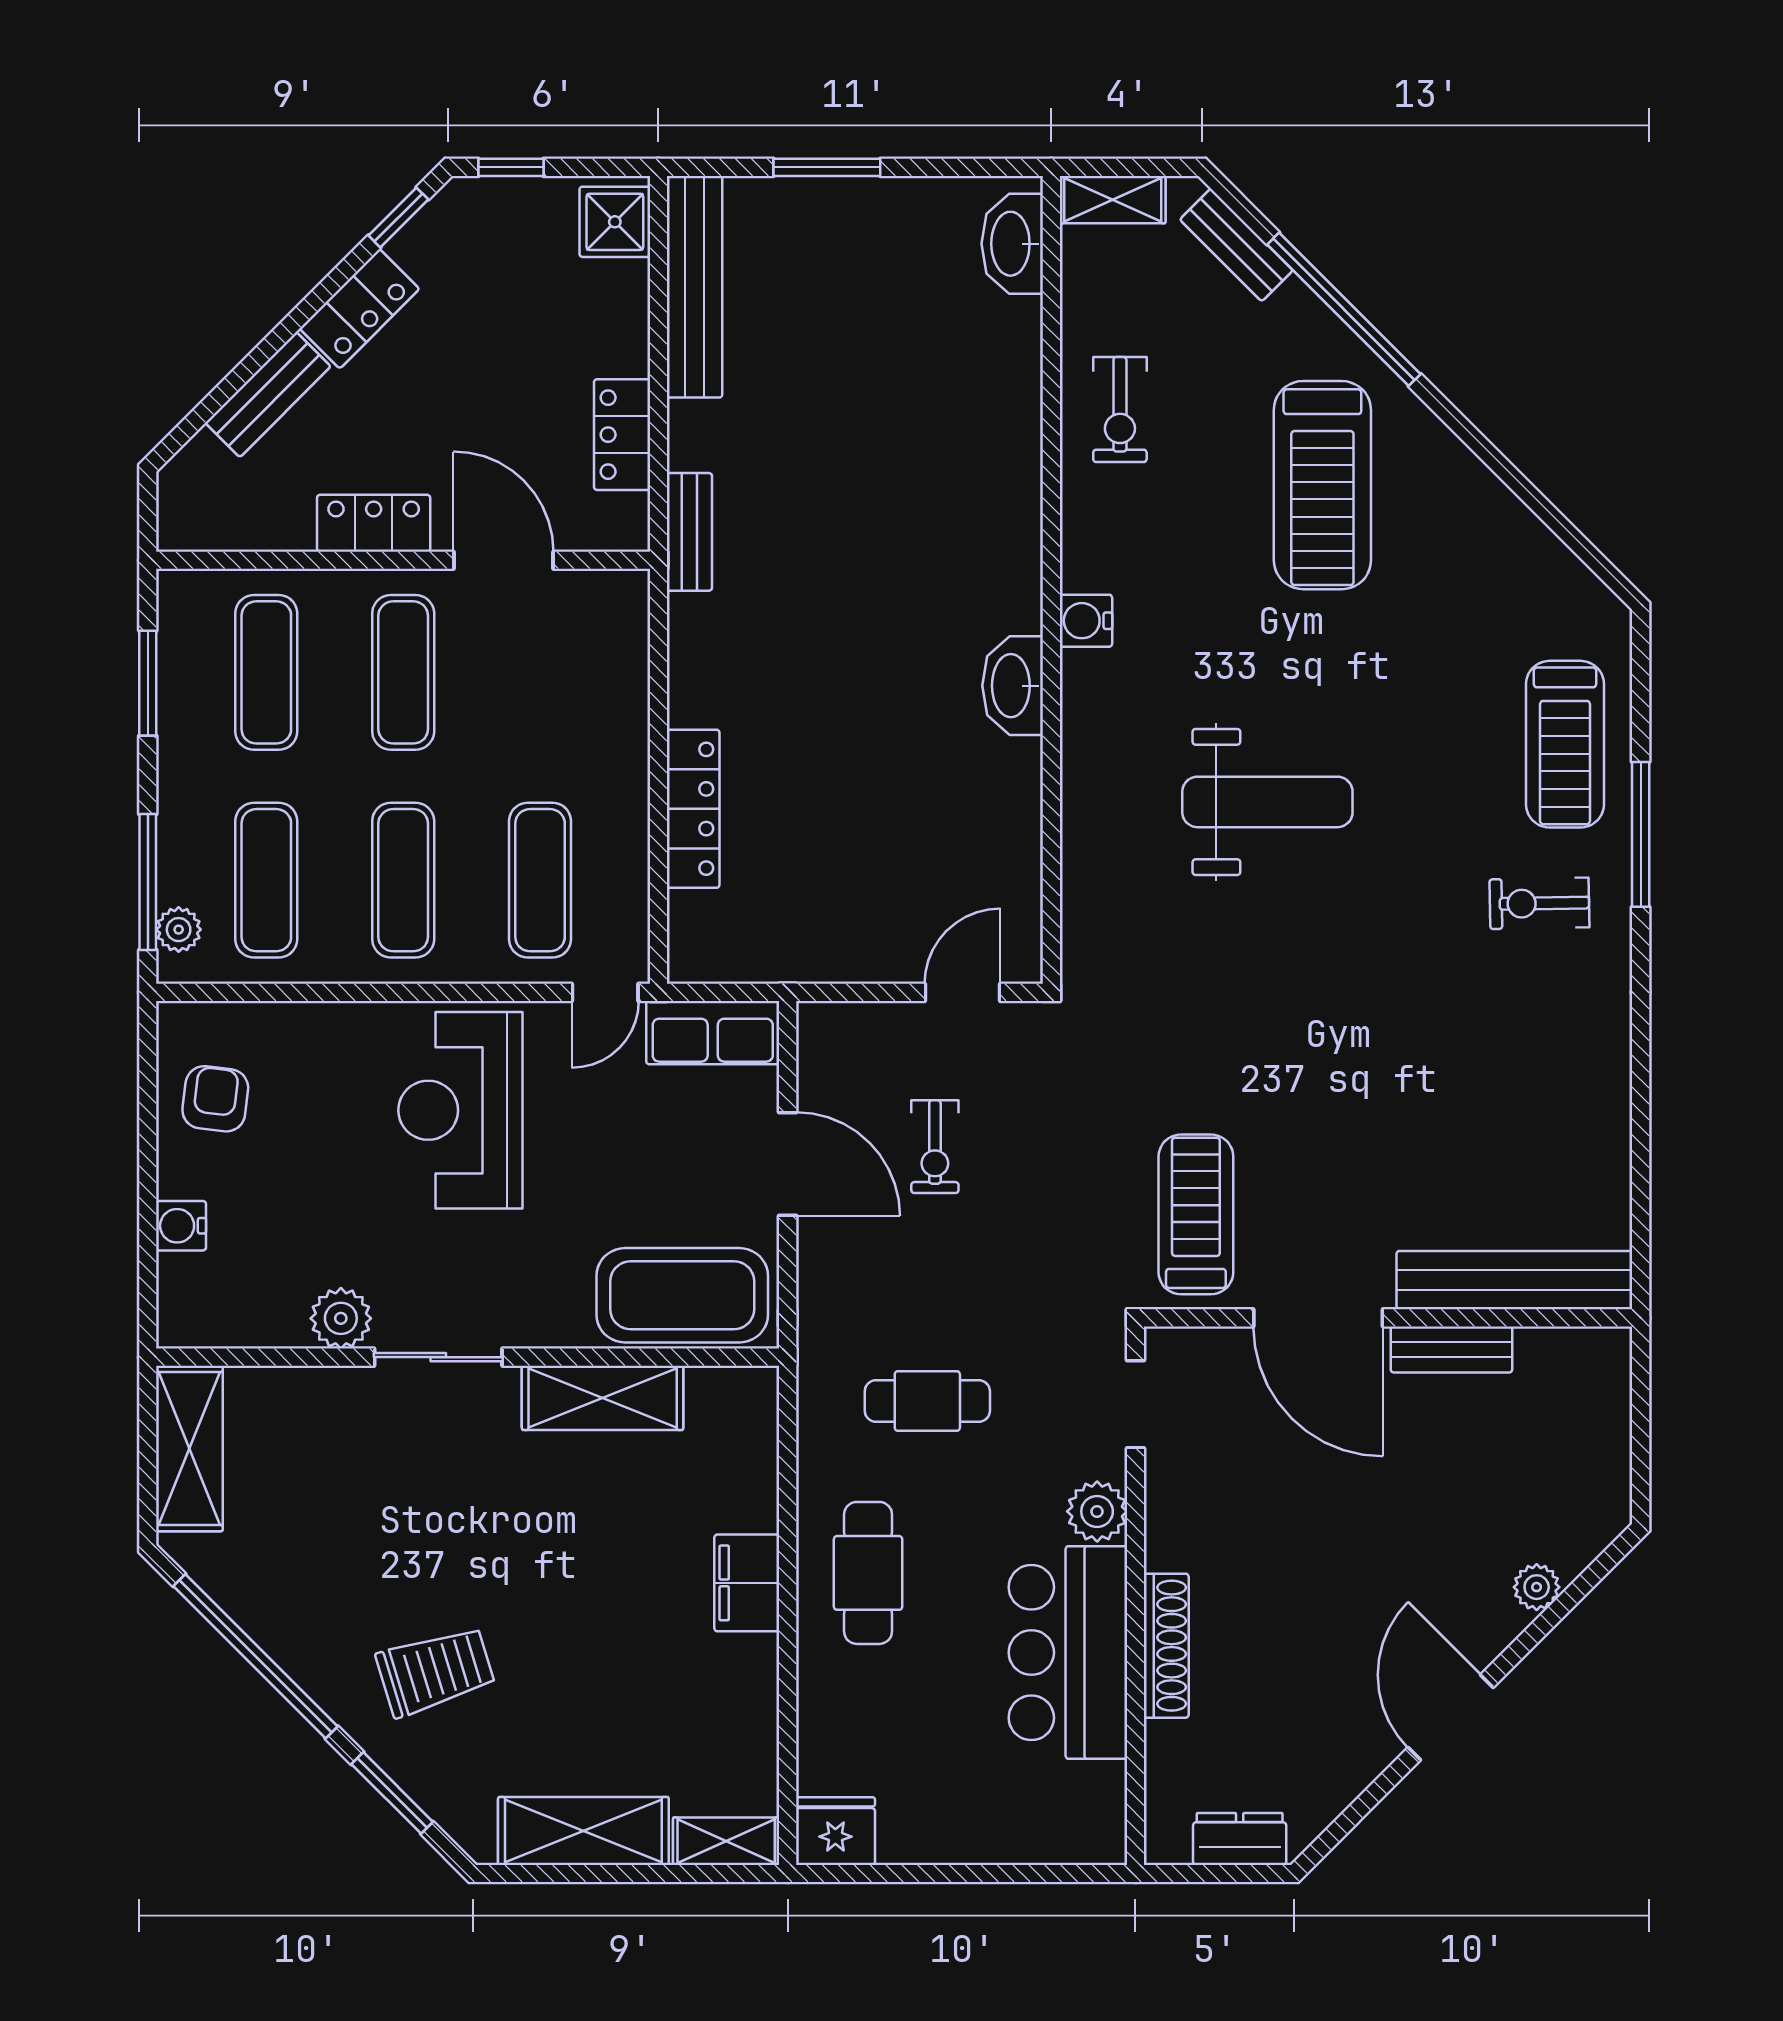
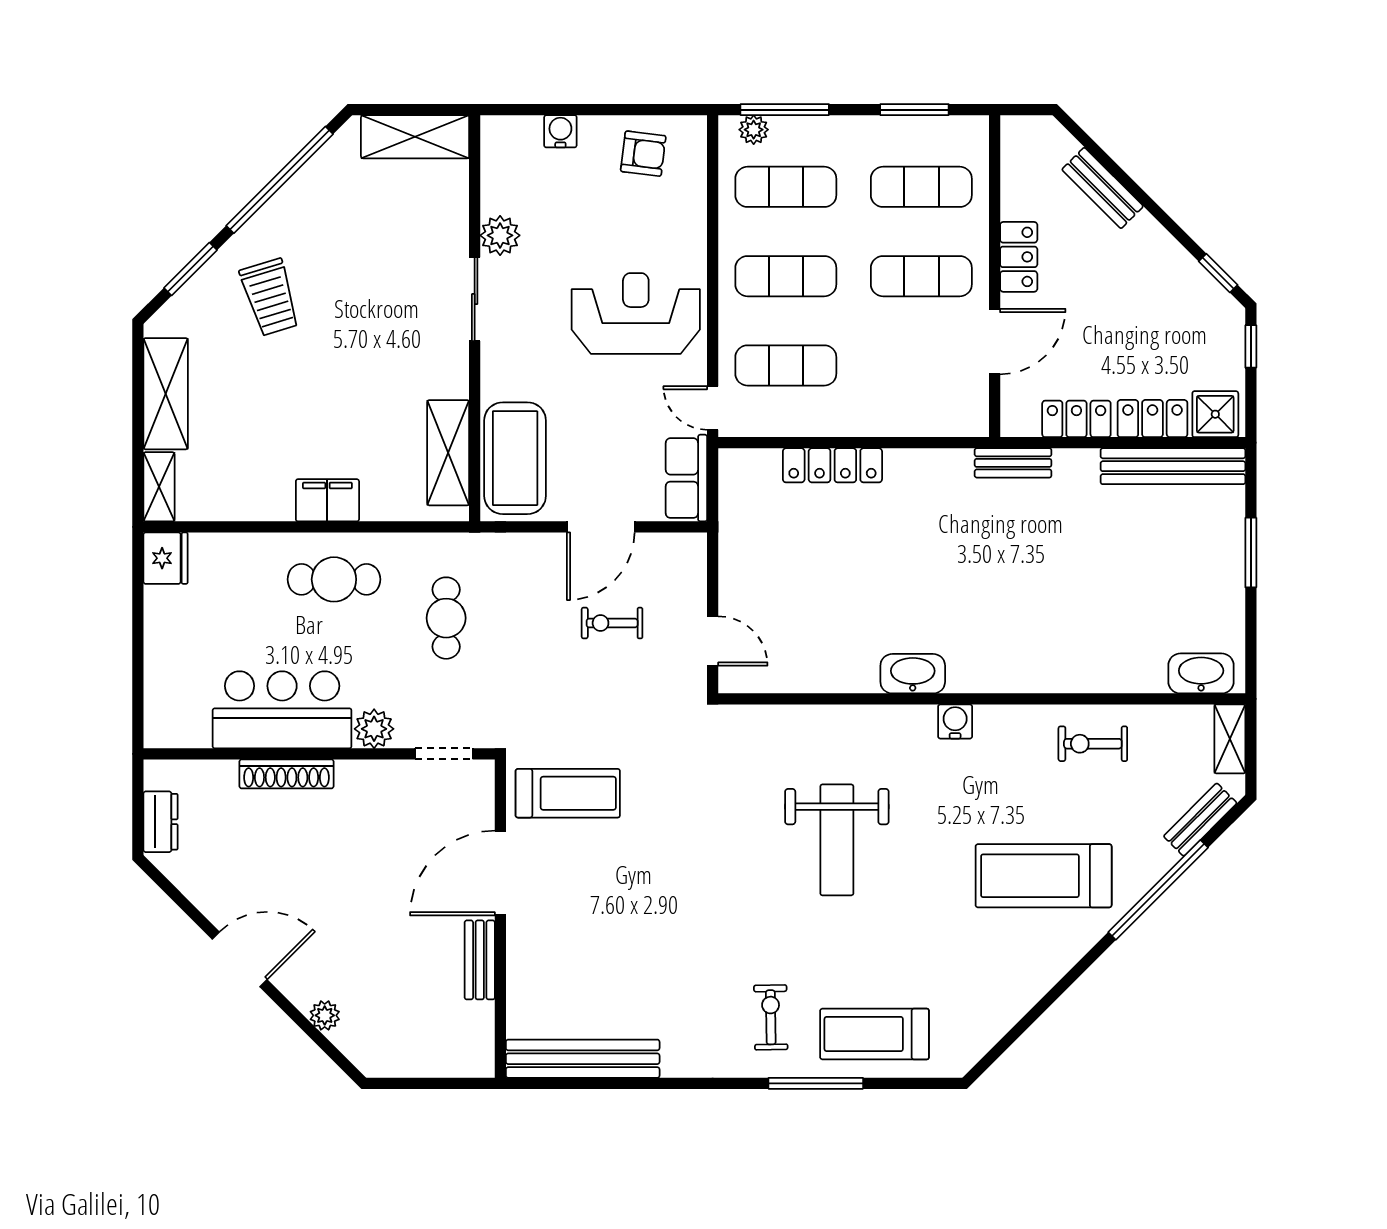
locker: (360, 309) -> (1152, 419), moved, turned 135
bench: (1514, 1280) -> (583, 1059), moved, turned 90
shelving: (603, 1398) -> (448, 453), moved

